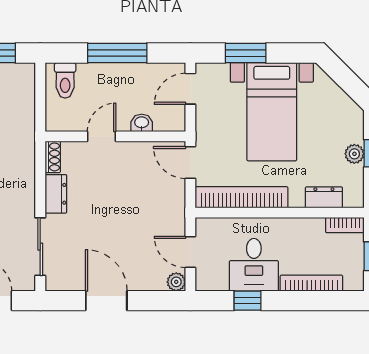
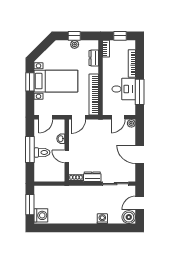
window: (246, 53) -> (30, 82), moved
toilet: (65, 80) -> (42, 152), moved
door: (190, 89) -> (46, 117), hinge flipped
door: (106, 301) -> (140, 154), hinge flipped
window: (247, 301) -> (140, 92), width x2.17

